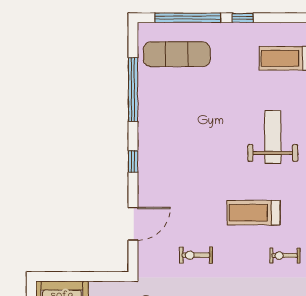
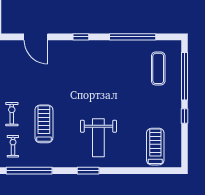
exercise mat: (177, 54) -> (158, 68), width x0.73, depth x0.69
weight bench: (273, 137) -> (98, 138), turned 90
exercise bike: (196, 255) -> (12, 114), moved

